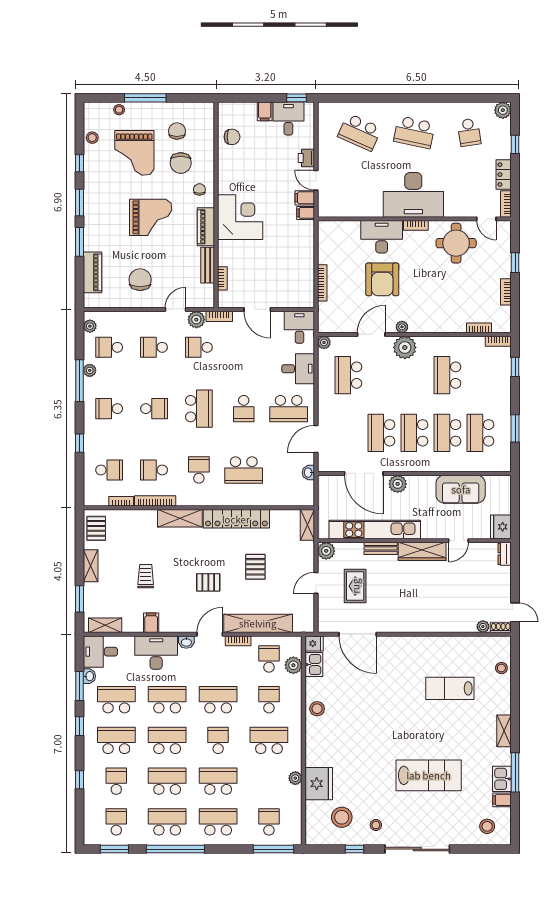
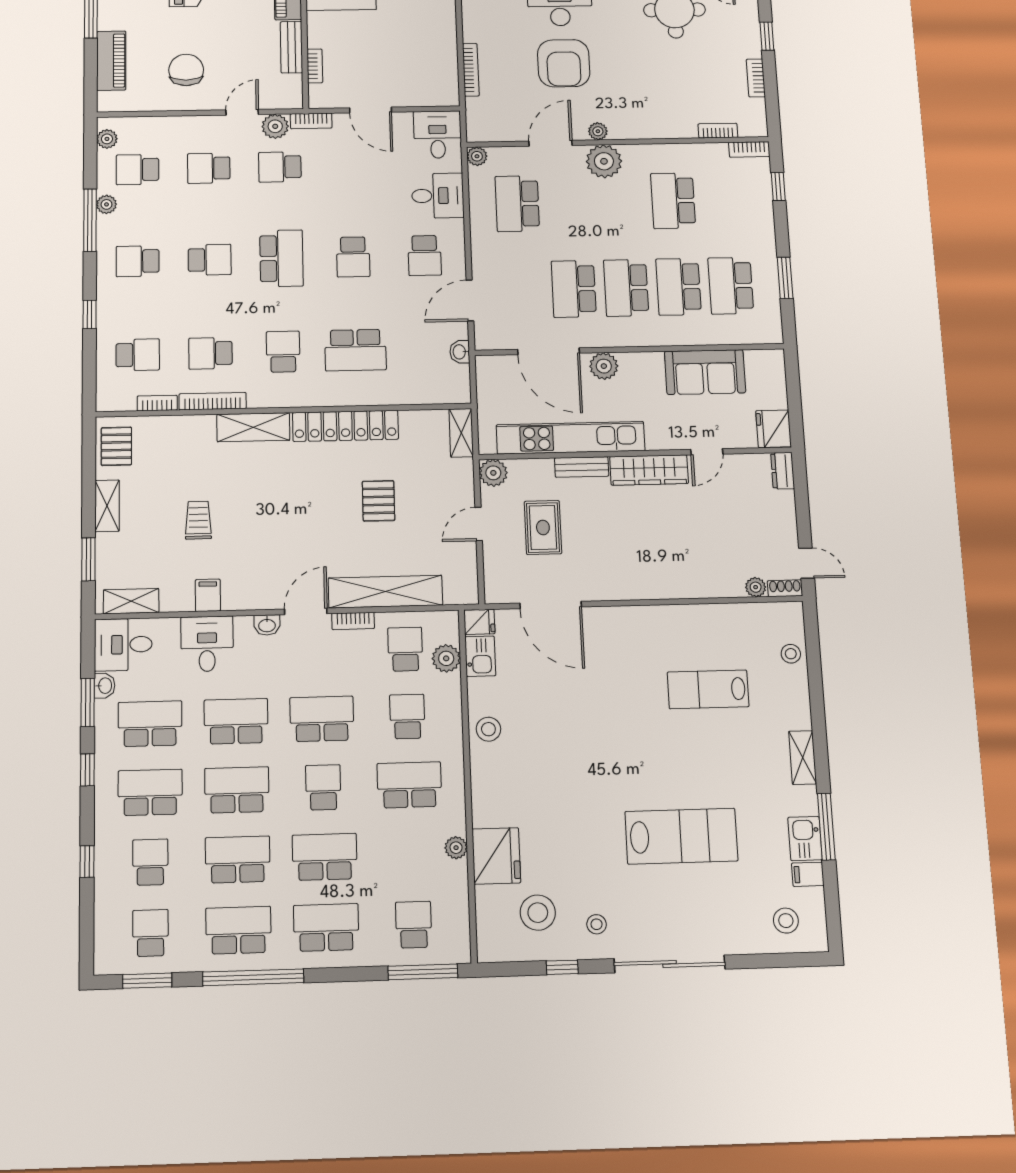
school desk: (289, 409) -> (425, 255), width x0.54
pallet: (208, 582) -> (302, 528), removed
desk: (156, 653) -> (207, 644), width x0.73

